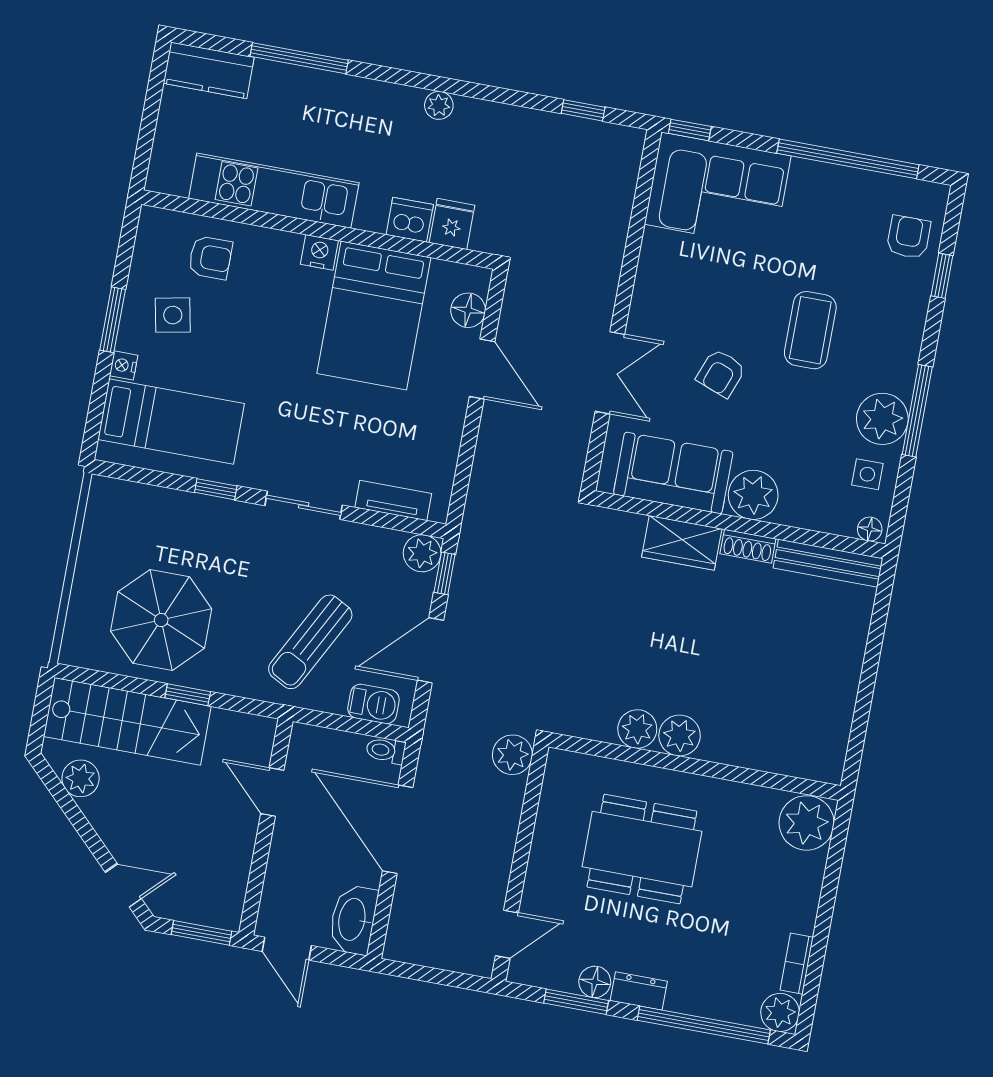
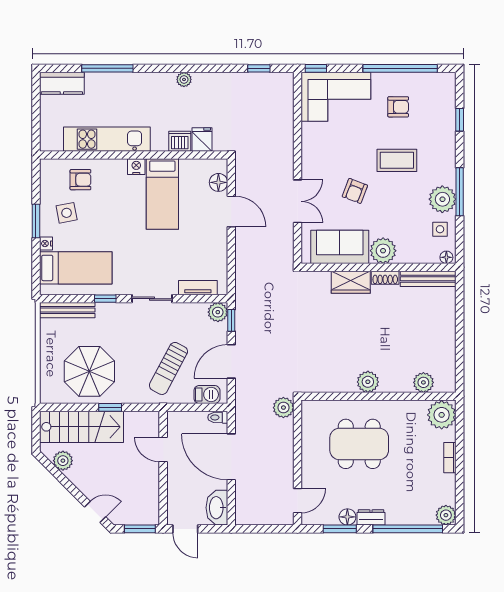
armchair: (908, 237) -> (398, 107), moved, turned 90
bed: (374, 315) -> (162, 194), width x0.67
coffee table: (810, 330) -> (397, 160), turned 90
bench: (141, 498) -> (67, 310), added
plant: (637, 729) -> (423, 382), moved
bookcase: (797, 964) -> (450, 458), moved

